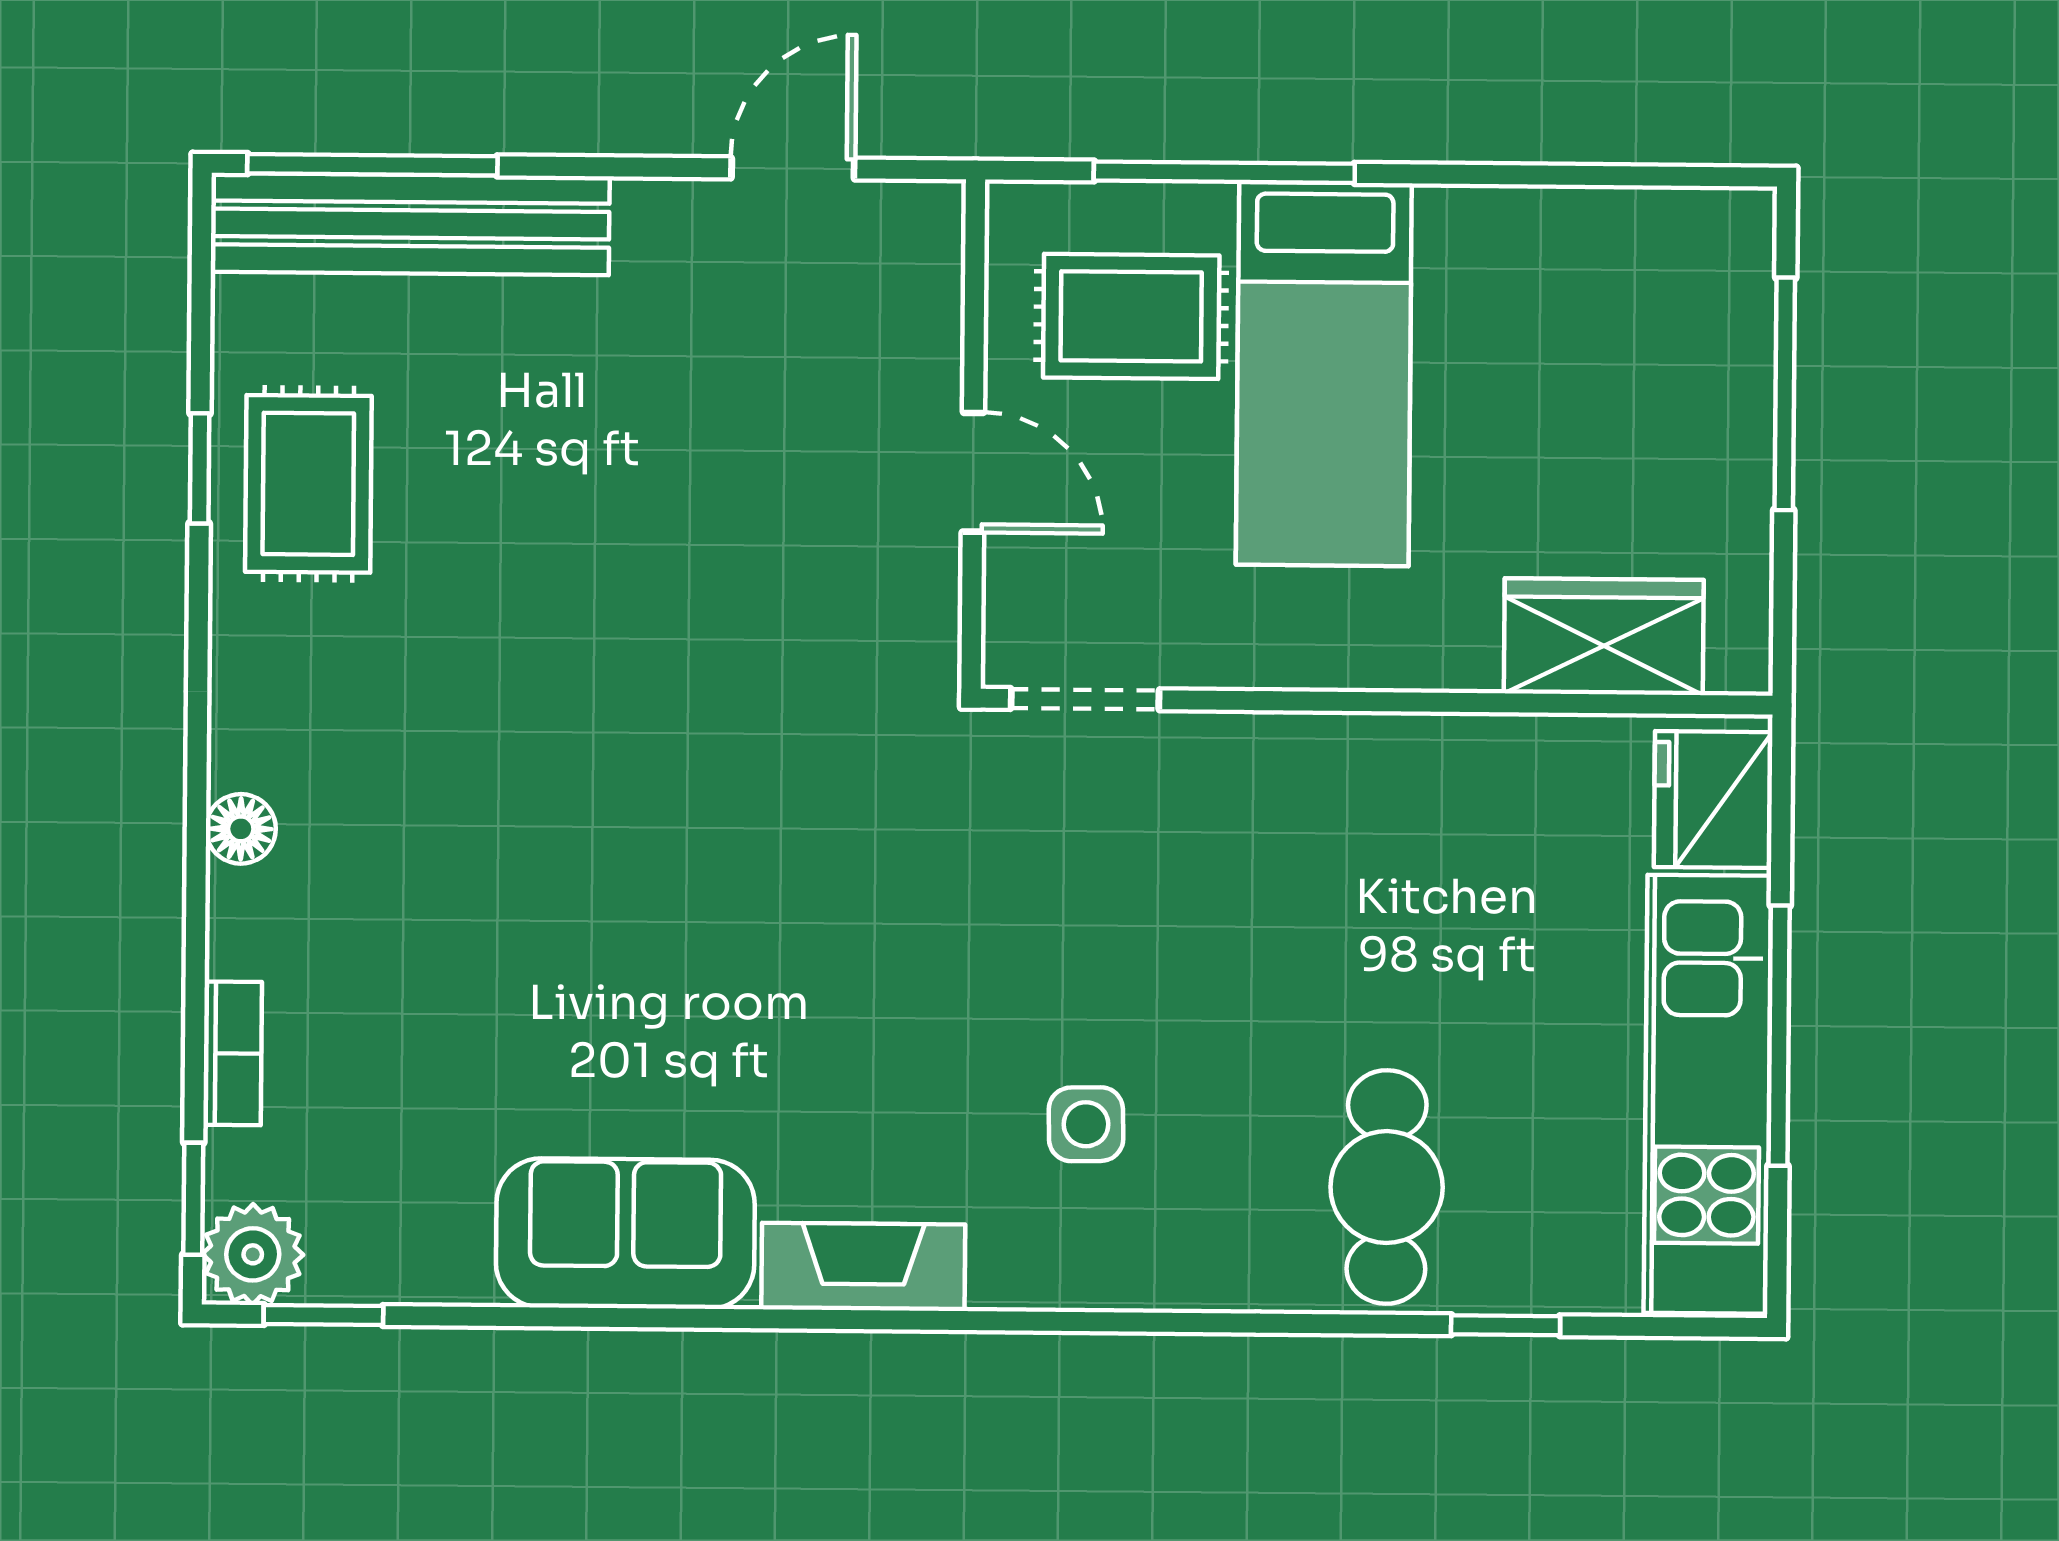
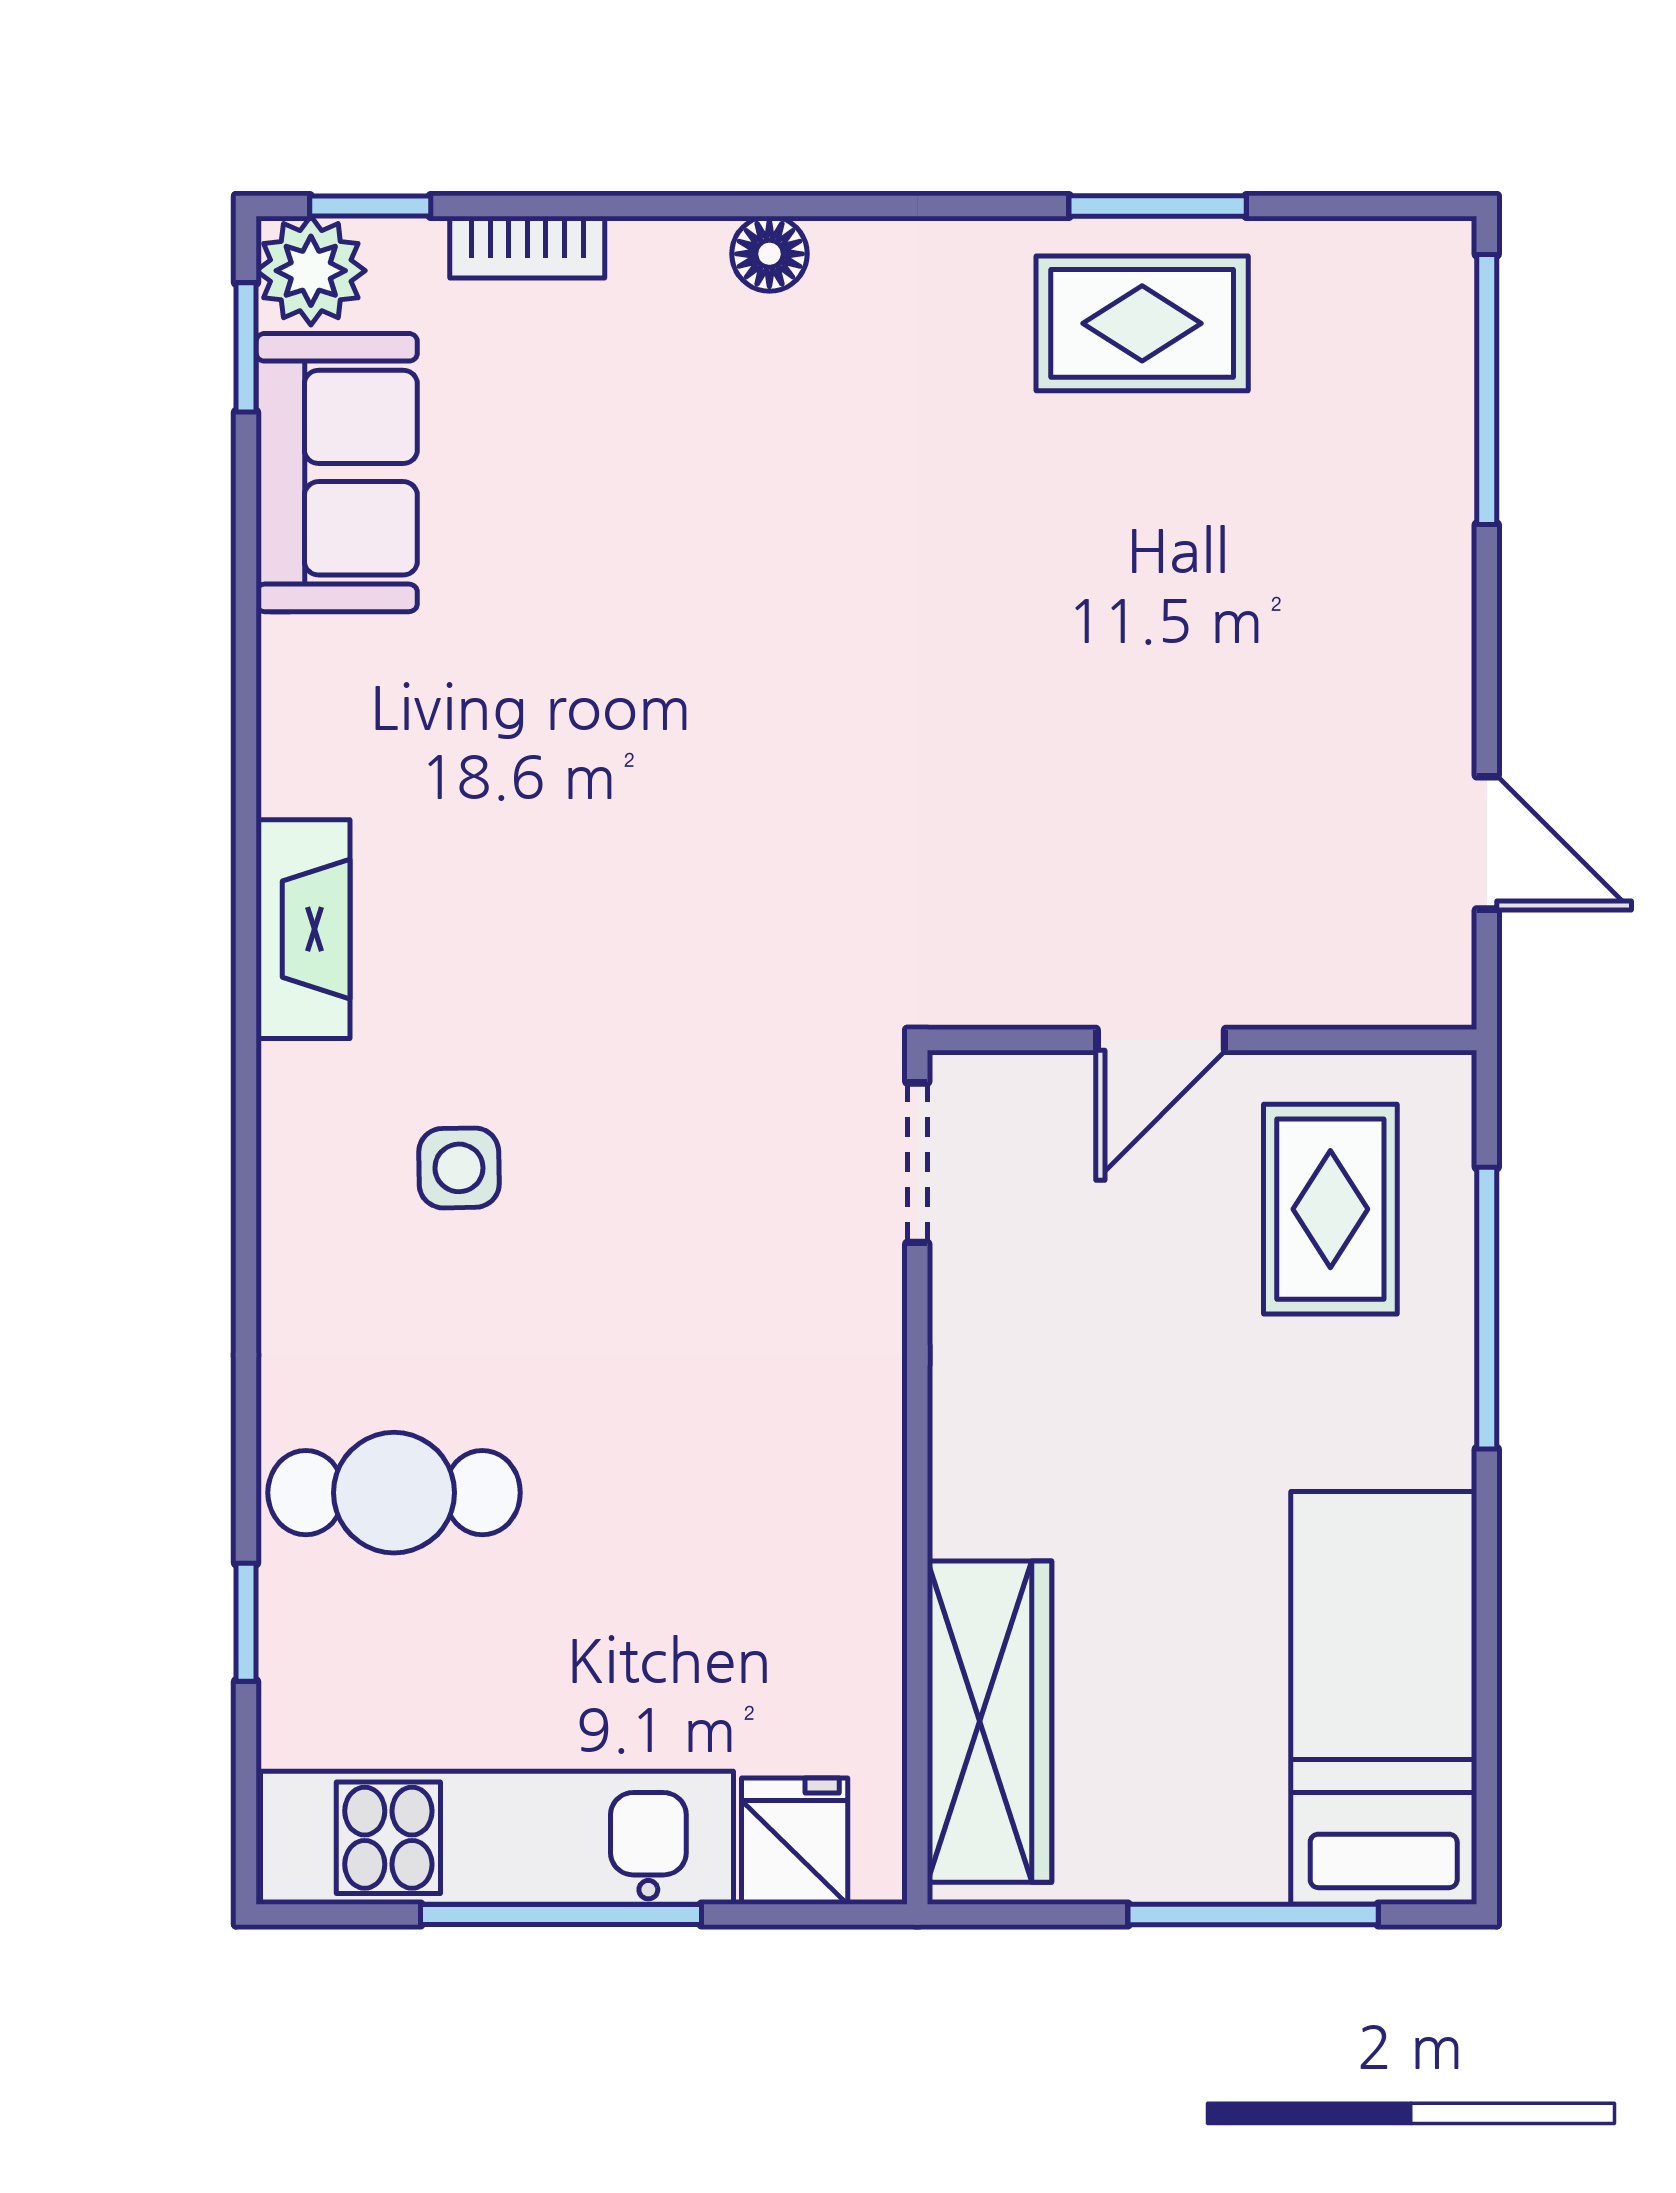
bench: (410, 224) -> (1423, 431), removed
bed: (1324, 374) -> (1384, 1698), moved, turned 90
window: (200, 468) -> (1158, 206), width x1.50
wardrobe: (1604, 637) -> (990, 1722), width x1.50
fridge: (1713, 800) -> (795, 1841), width x0.72
sofa: (625, 1234) -> (337, 473), moved

